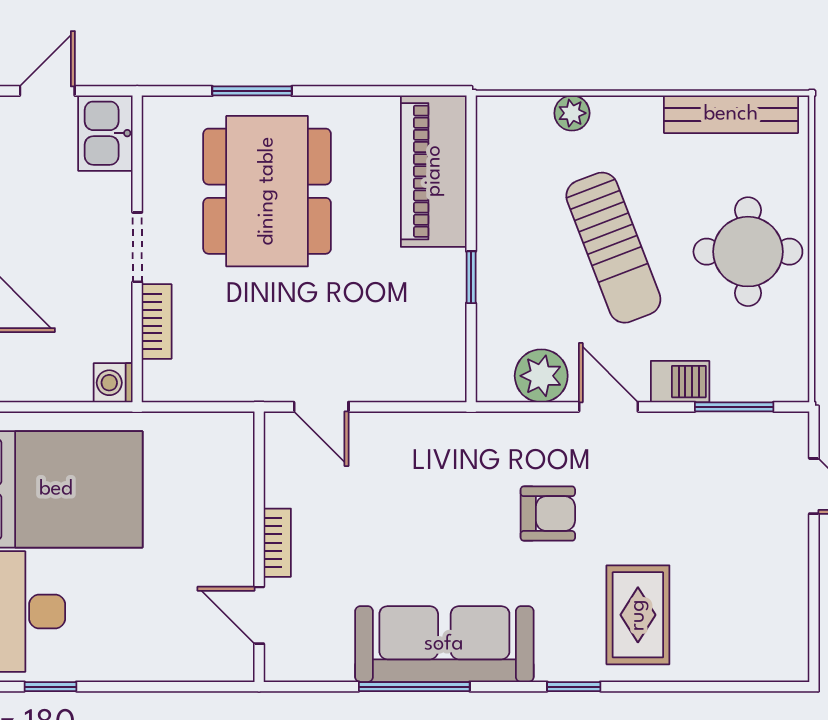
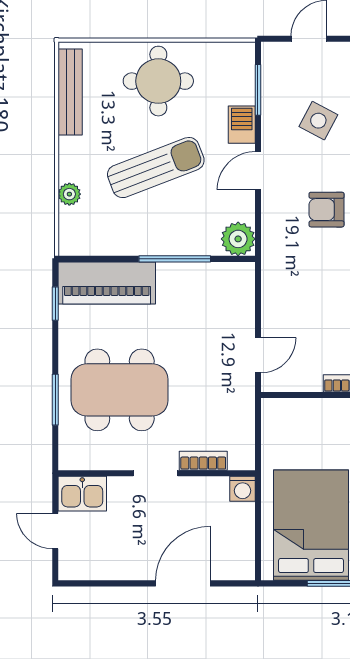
window: (401, 91) -> (55, 304), added
window: (471, 277) -> (175, 259), width x2.17
plant: (541, 376) -> (238, 239), moved
side table: (686, 501) -> (318, 121), added
armchair: (548, 514) -> (327, 210), turned -90

